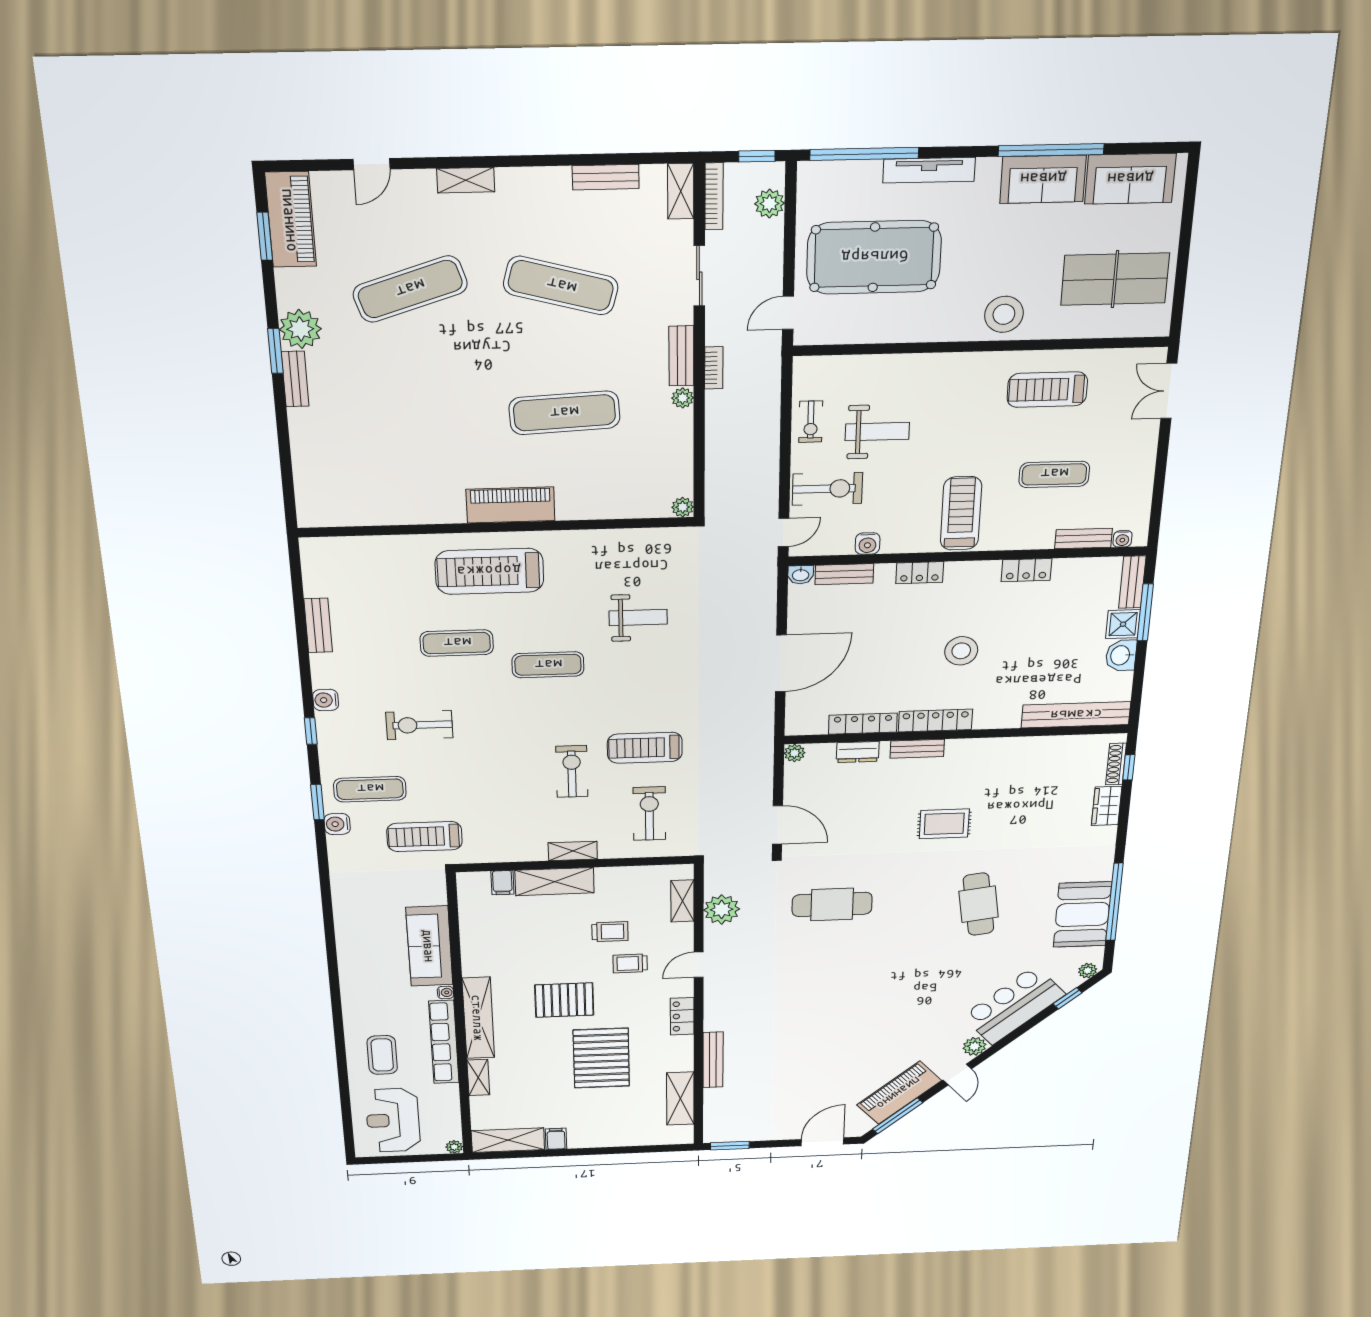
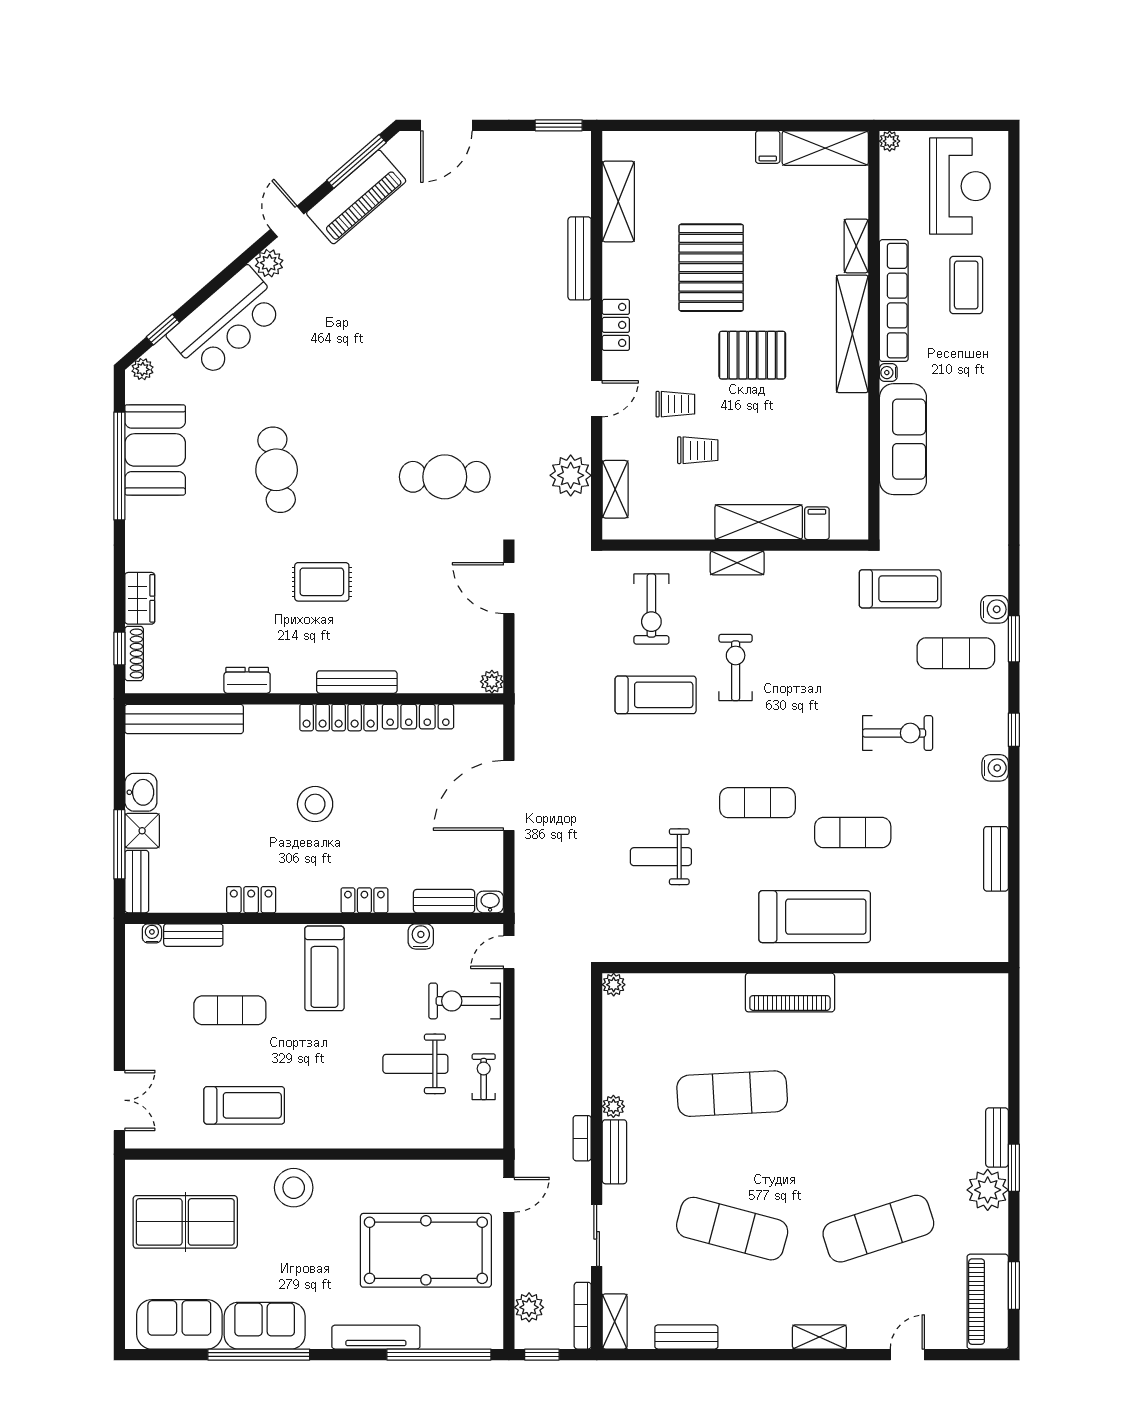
bench: (917, 749) -> (357, 682), width x1.36
dresser: (858, 752) -> (247, 680), moved
exercise bike: (572, 771) -> (736, 667), turned 180
trolley: (610, 932) -> (698, 450), turned 180

